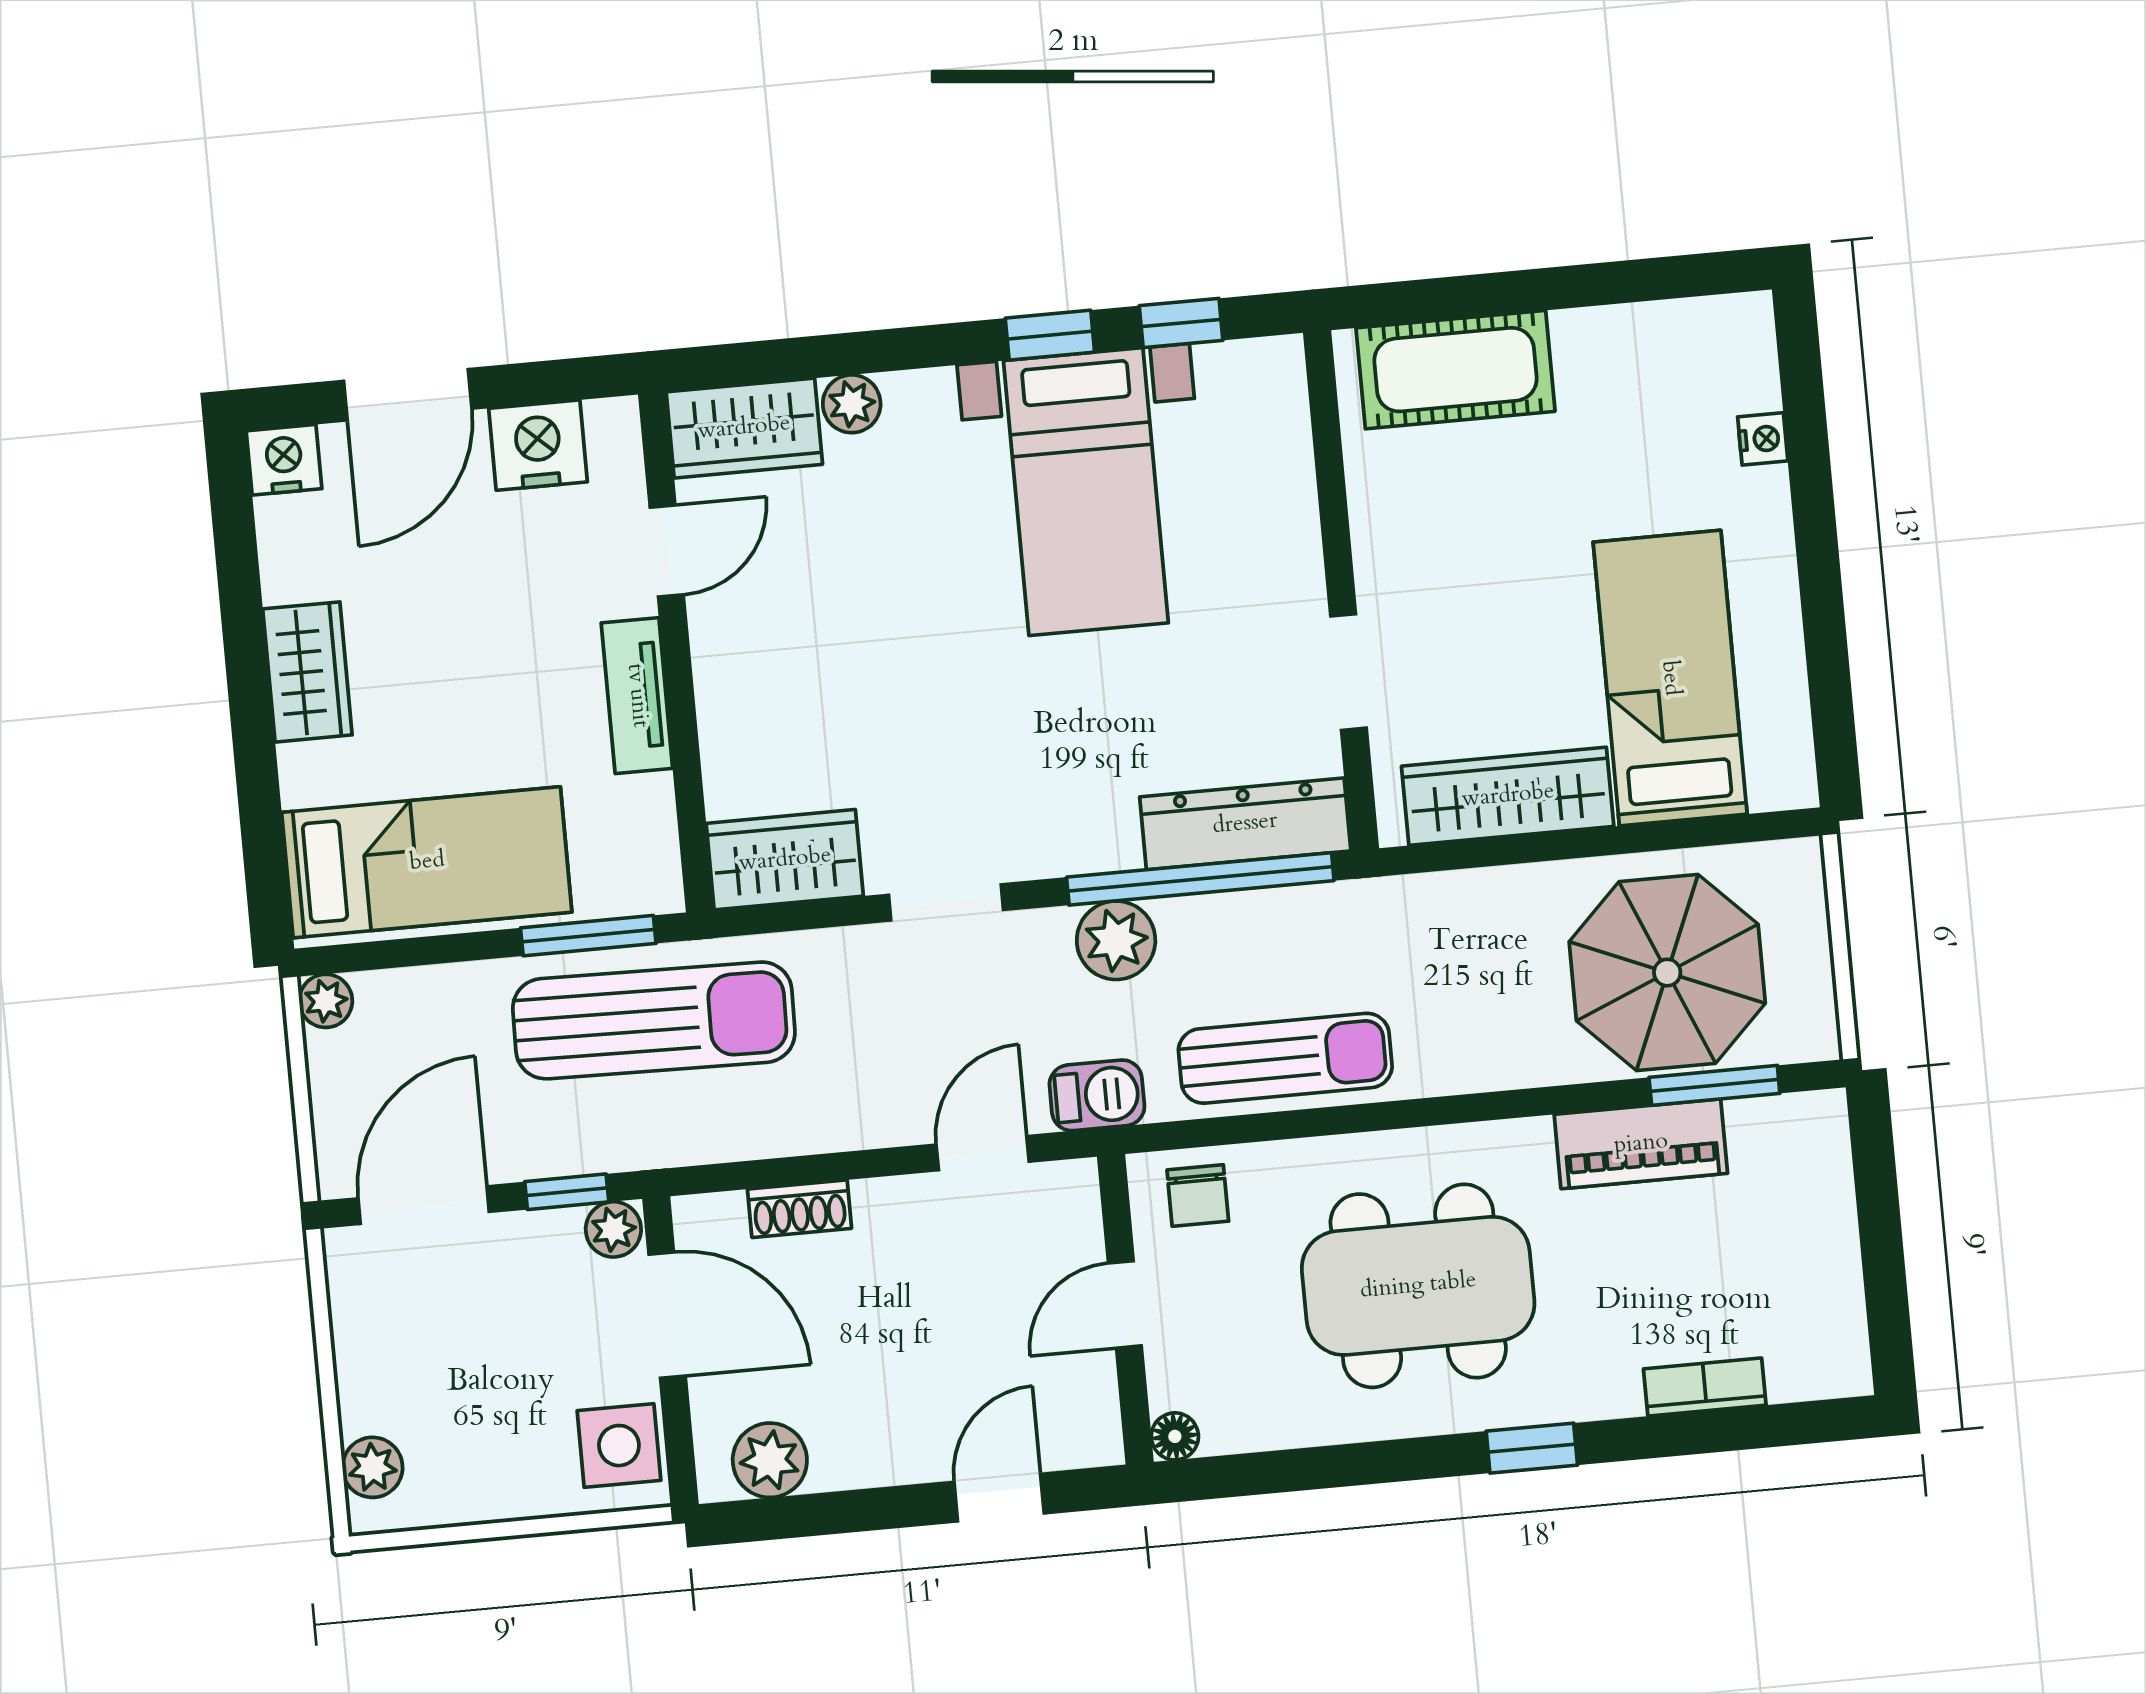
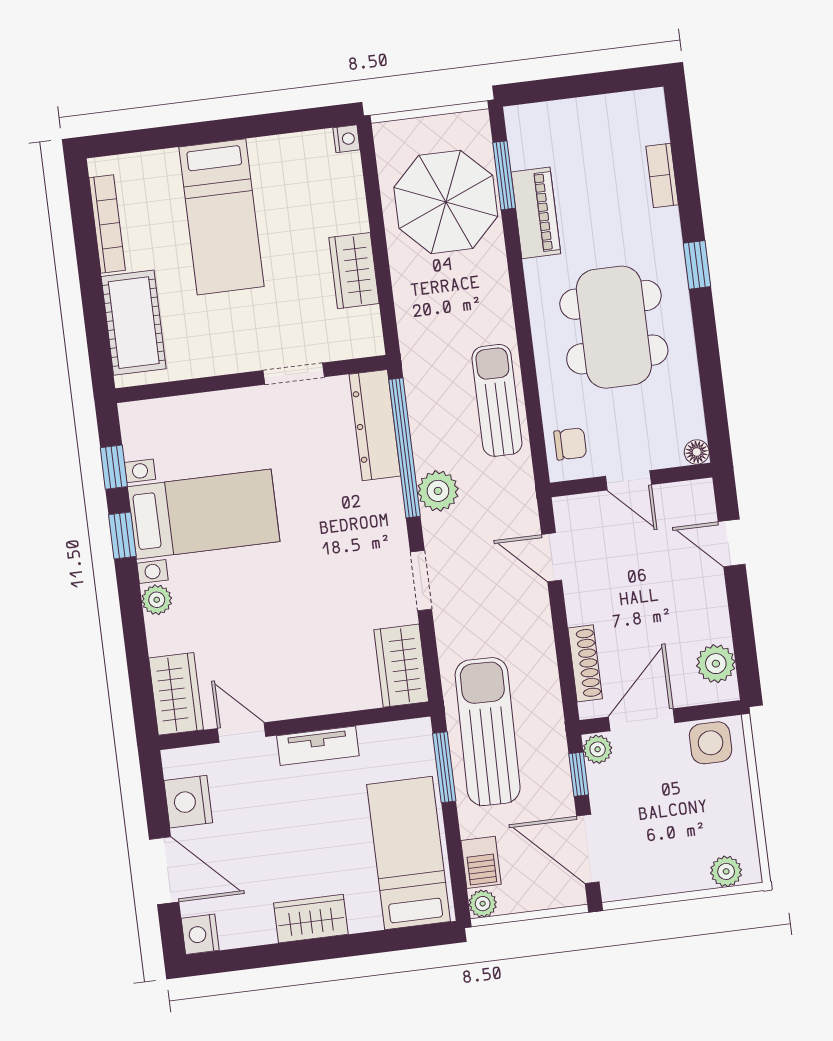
bookcase: (1645, 325) -> (107, 224), added
plant: (852, 404) -> (157, 600), moved
nightstand: (1763, 439) -> (346, 139), moved, turned 90
bed: (1670, 678) -> (222, 217), moved, turned -90
wardrobe: (1508, 796) -> (354, 271), width x0.67
barbecue: (1097, 1095) -> (481, 862), moved, turned 180
shoe rack: (800, 1209) -> (585, 663), width x1.43

